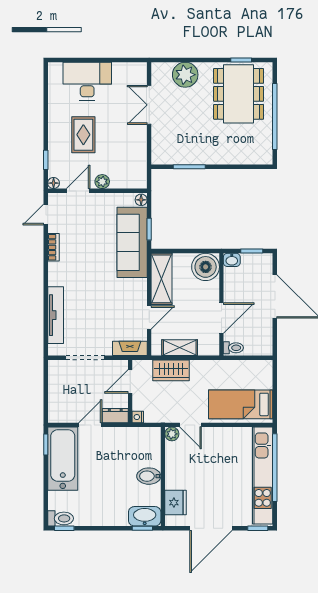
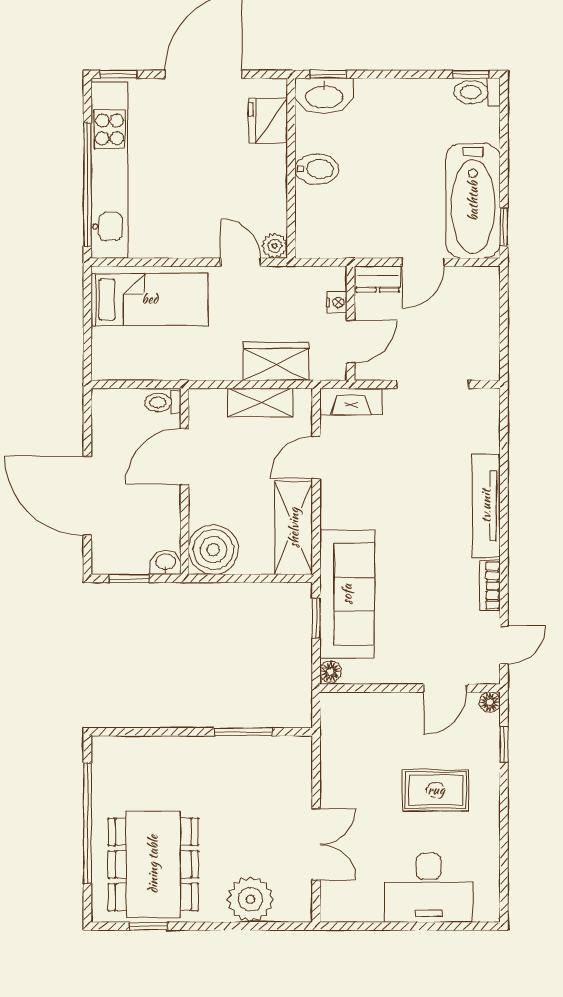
rug: (83, 135) -> (436, 790), turned 90
plant: (102, 182) -> (401, 705), removed
tv unit: (56, 315) -> (486, 506), moved
nightstand: (138, 417) -> (337, 302), moved

